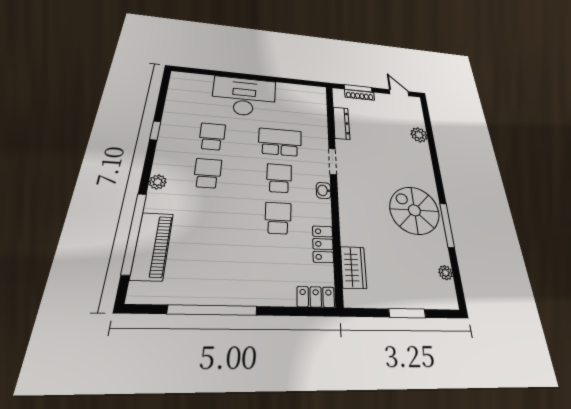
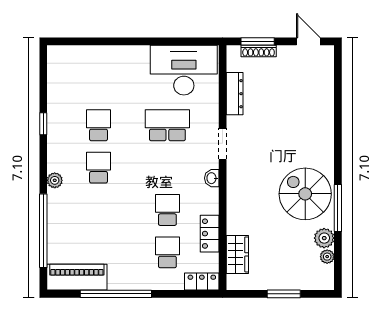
desk: (244, 96) -> (184, 70), moved
plant: (419, 135) -> (324, 238), moved
school desk: (279, 178) -> (167, 252), moved
piano: (152, 246) -> (77, 277), moved, turned -90

